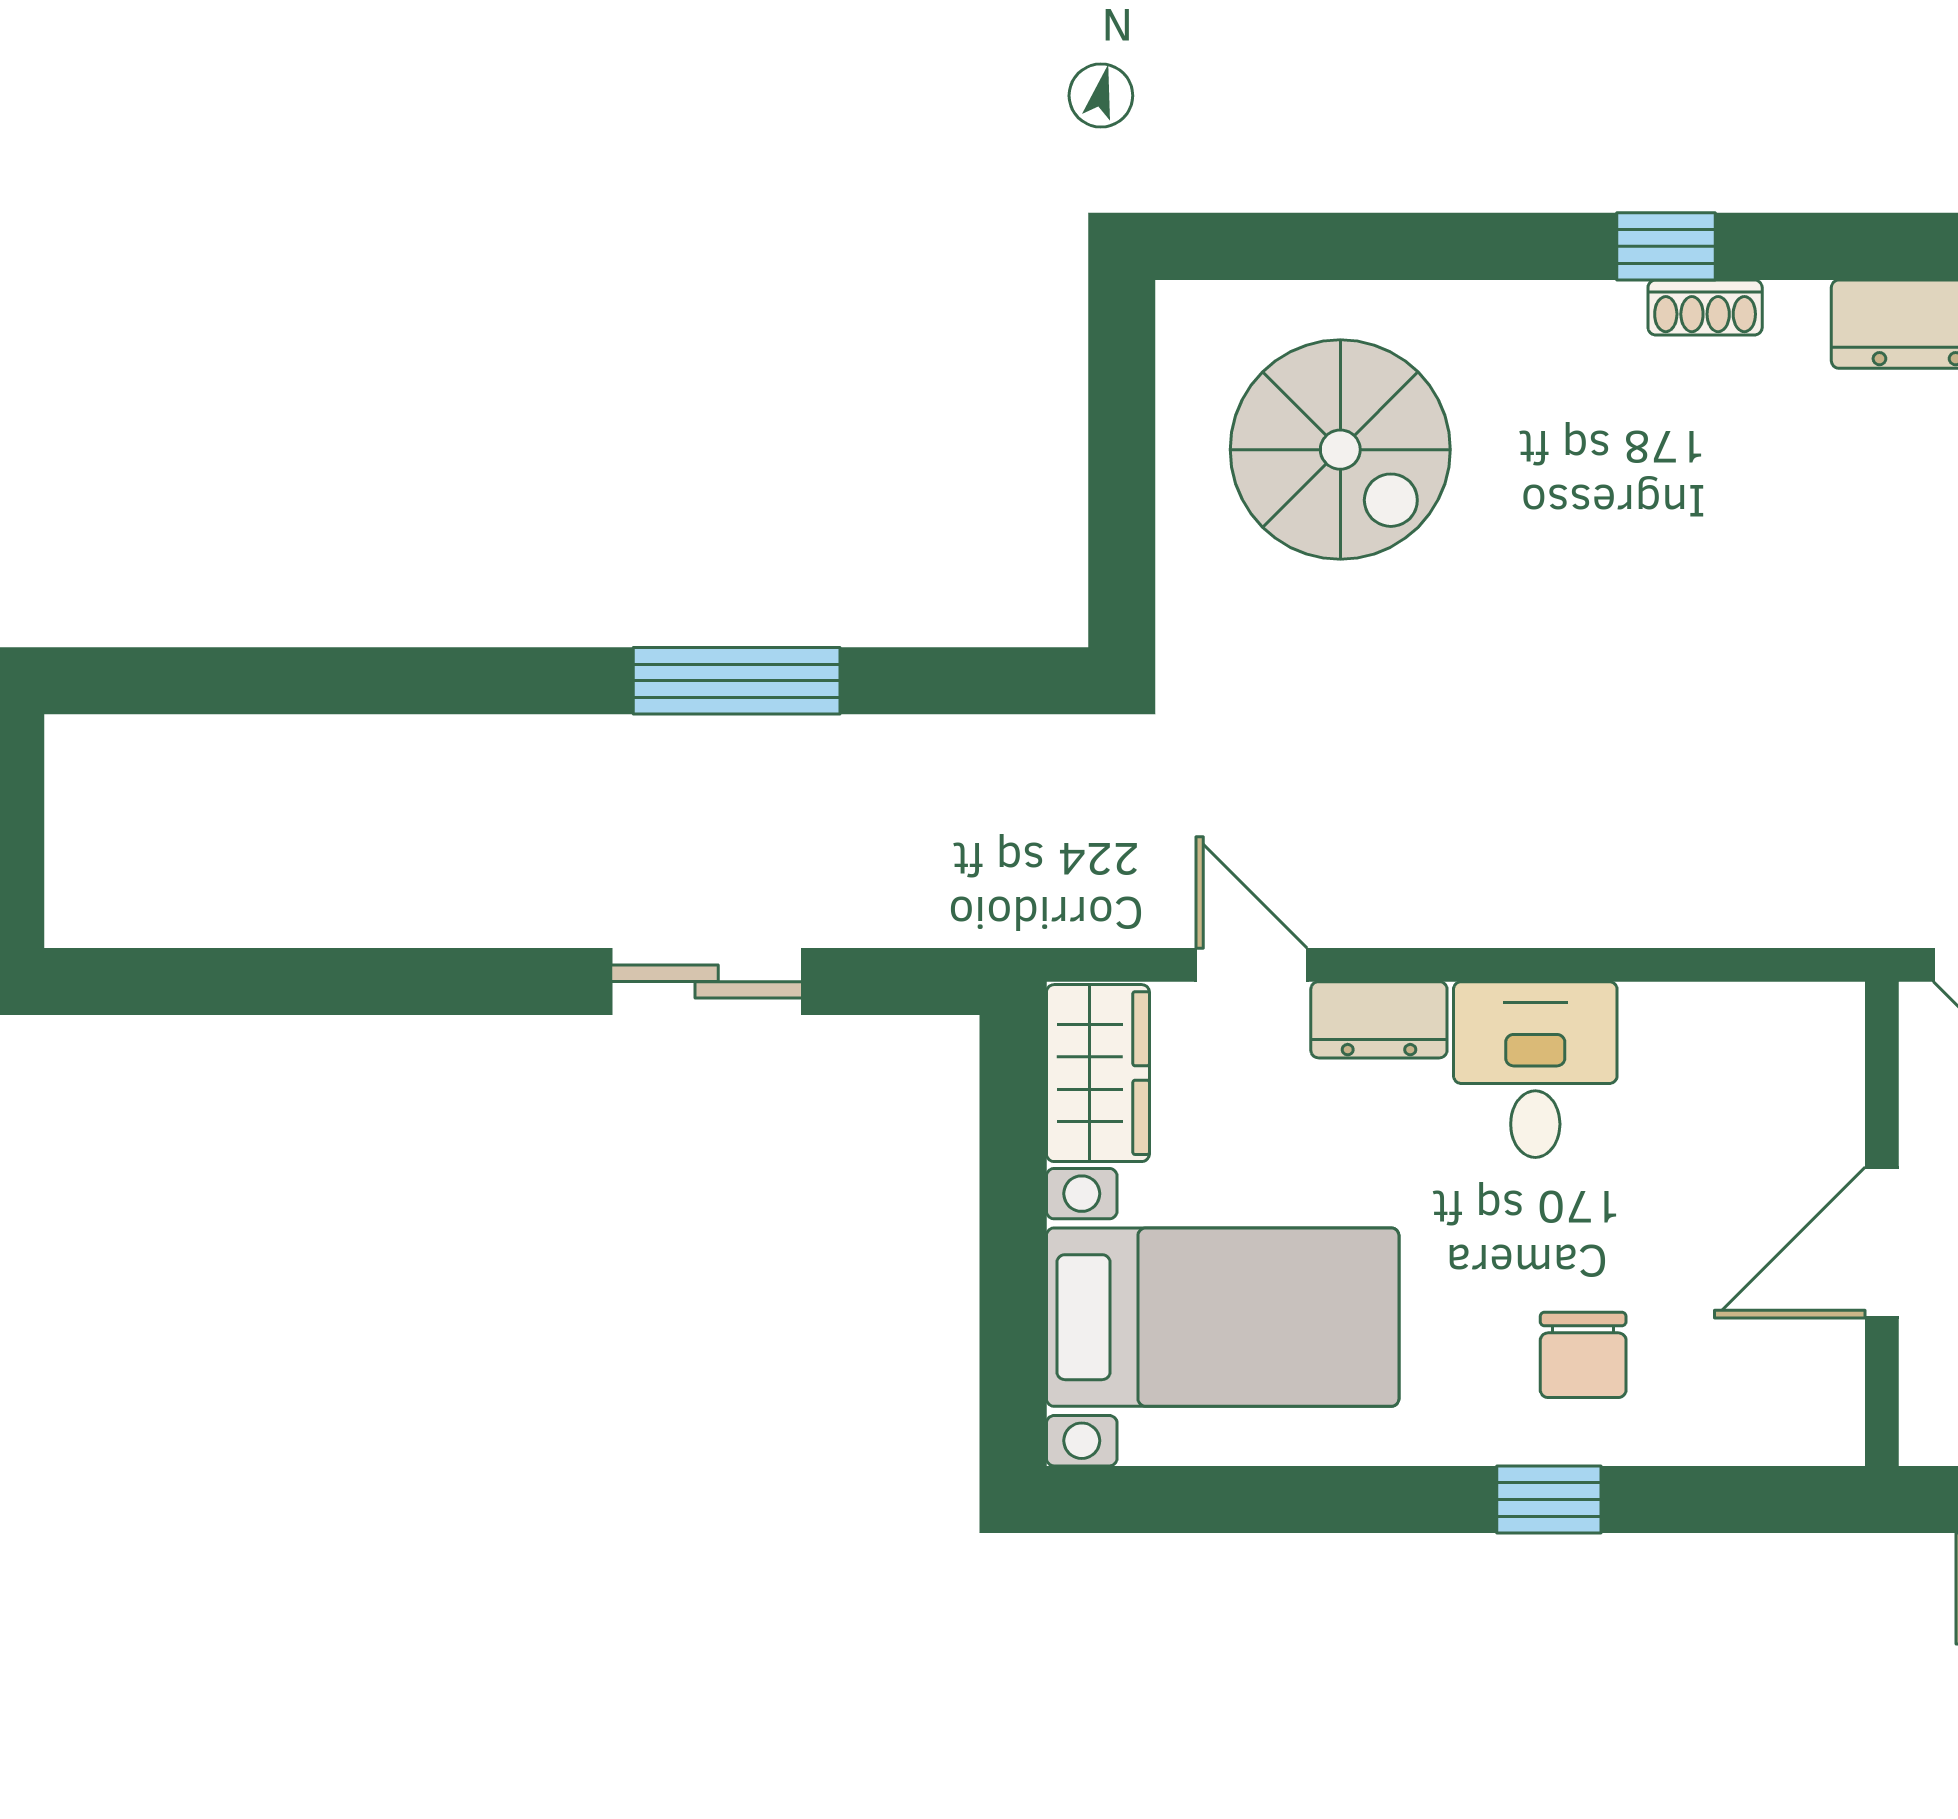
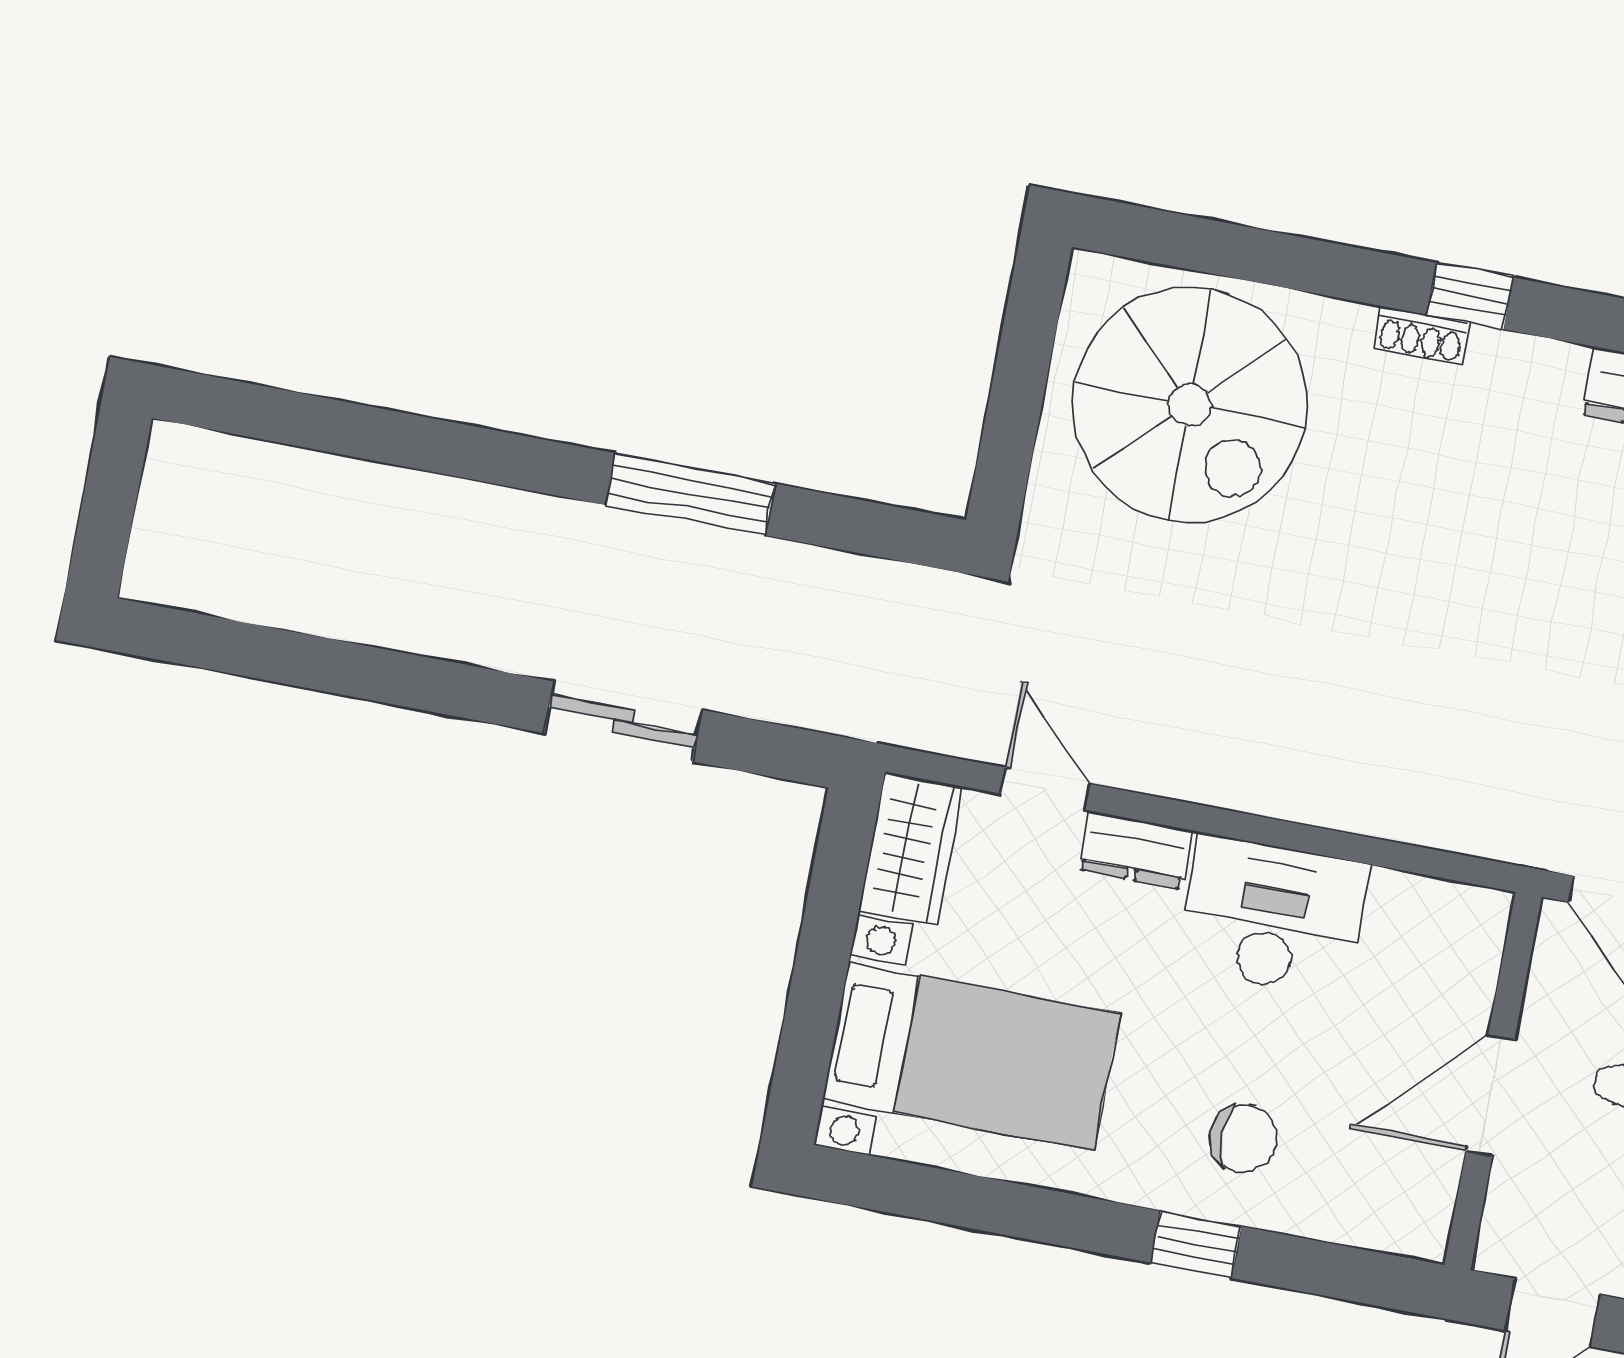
shoe rack: (1705, 307) -> (1421, 335), moved
spiral stairs: (1340, 450) -> (1190, 405), width x1.37, depth x1.37
desk: (1535, 1070) -> (1272, 916), width x1.37
chair: (1583, 1355) -> (1244, 1138), turned -90

